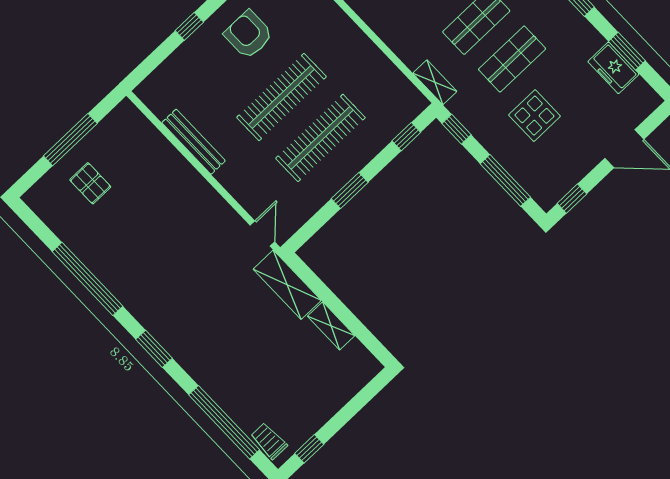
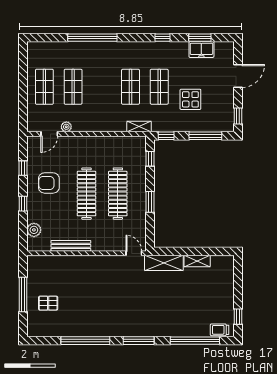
plant: (168, 73) -> (34, 230), added
window: (154, 349) -> (139, 341), width x1.44

